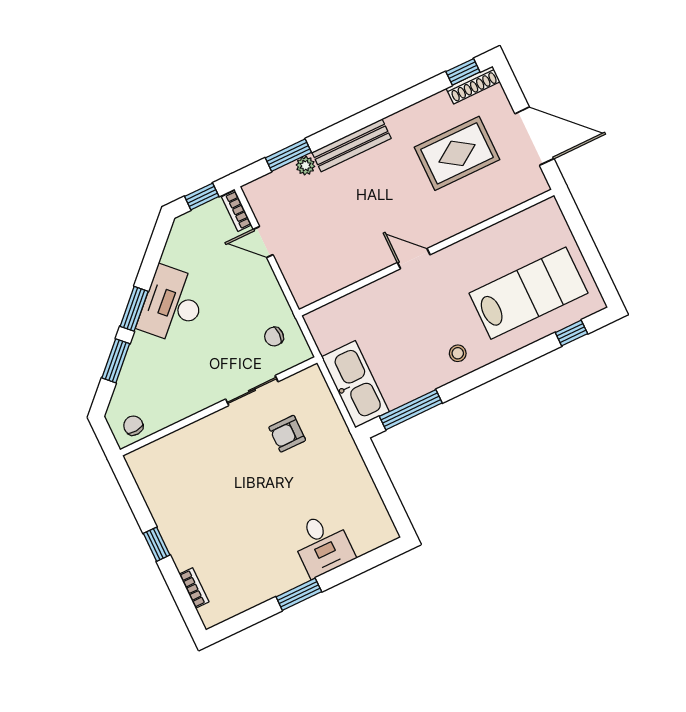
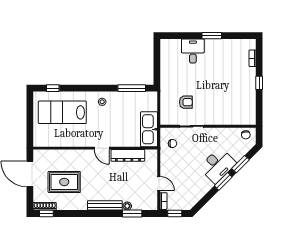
dresser: (353, 269) -> (128, 155), added
desk: (172, 305) -> (218, 165), moved
kitchen sink: (355, 384) -> (149, 129), moved

